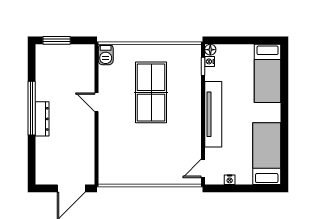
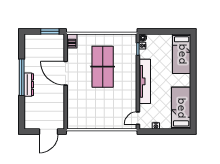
window: (57, 40) -> (50, 31), moved
door: (96, 102) -> (66, 73), width x1.88

